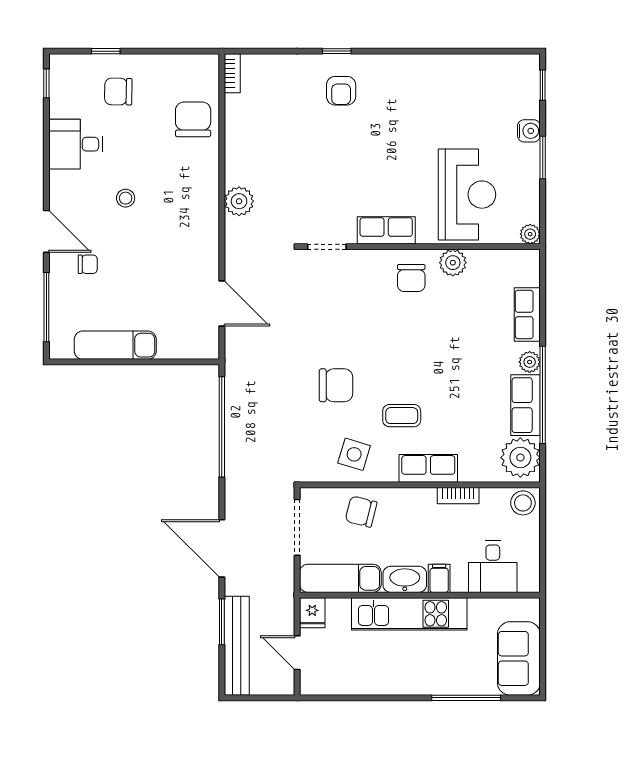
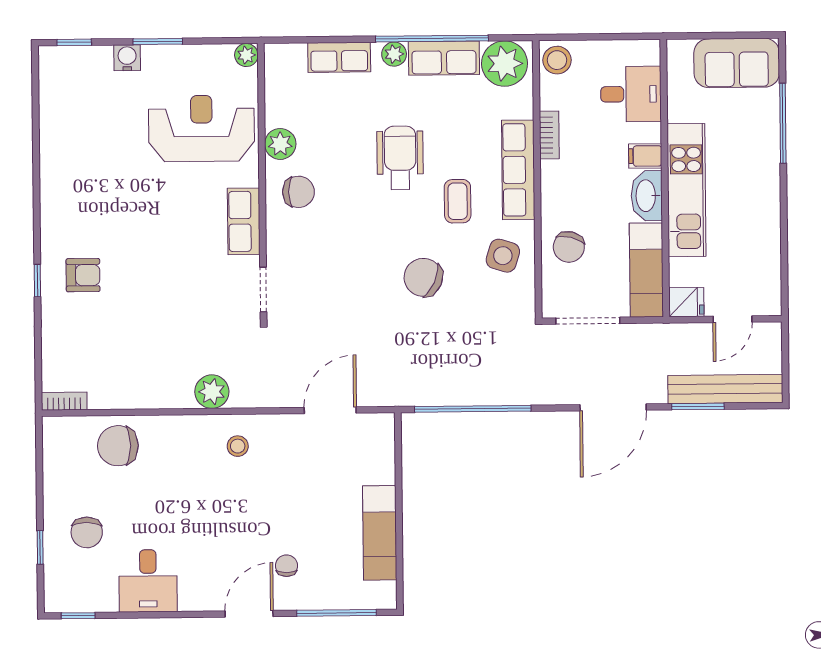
stool: (126, 198) -> (238, 446), moved
wheelchair: (440, 366) -> (400, 158), added
chair: (336, 385) -> (423, 277), turned -66
row of seats: (428, 468) -> (518, 170), width x1.48

